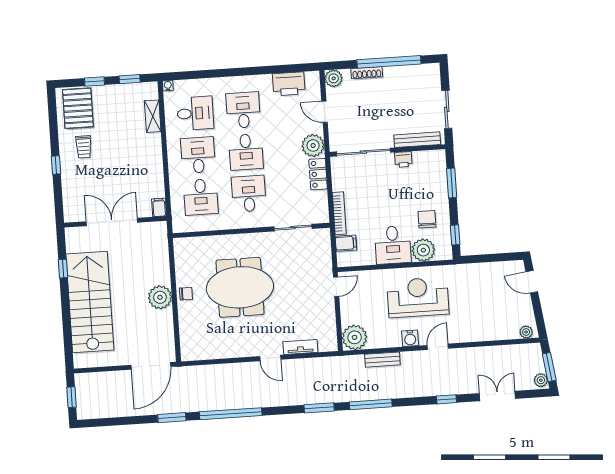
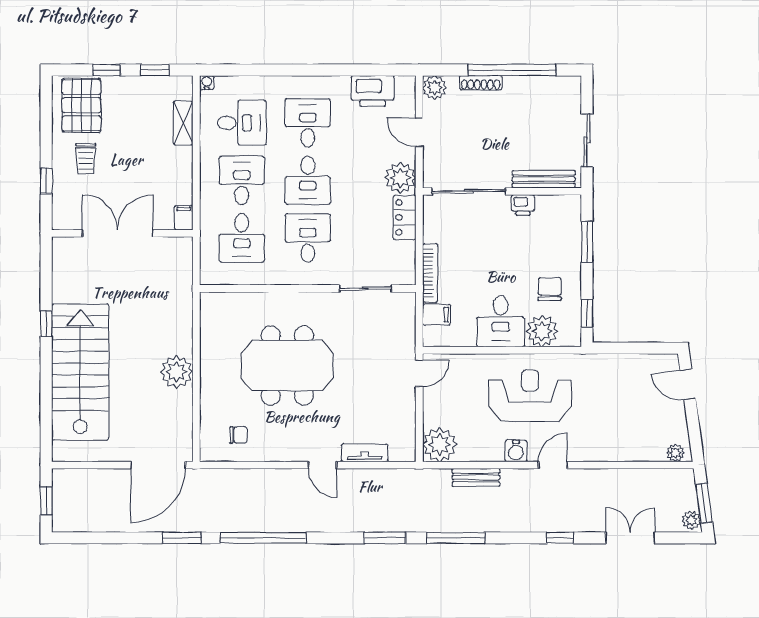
filing cabinet: (159, 207) -> (184, 218), moved
double door: (112, 222) -> (118, 233), moved
wall: (115, 222) -> (122, 233), moved
chair: (186, 294) -> (238, 435), moved

